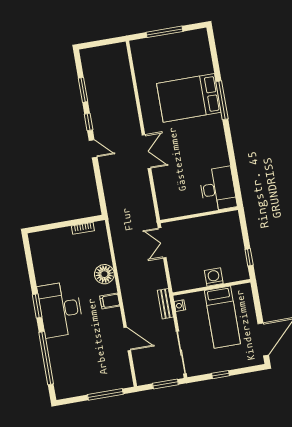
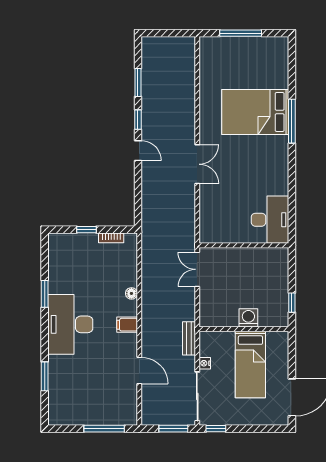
window: (60, 225) -> (86, 230), added
floor lamp: (104, 274) -> (131, 293), width x0.53, depth x0.53
window: (37, 306) -> (45, 294), moved
nightstand: (180, 306) -> (205, 363), moved
window: (46, 358) -> (45, 376), width x0.47
window: (220, 375) -> (216, 429), moved

